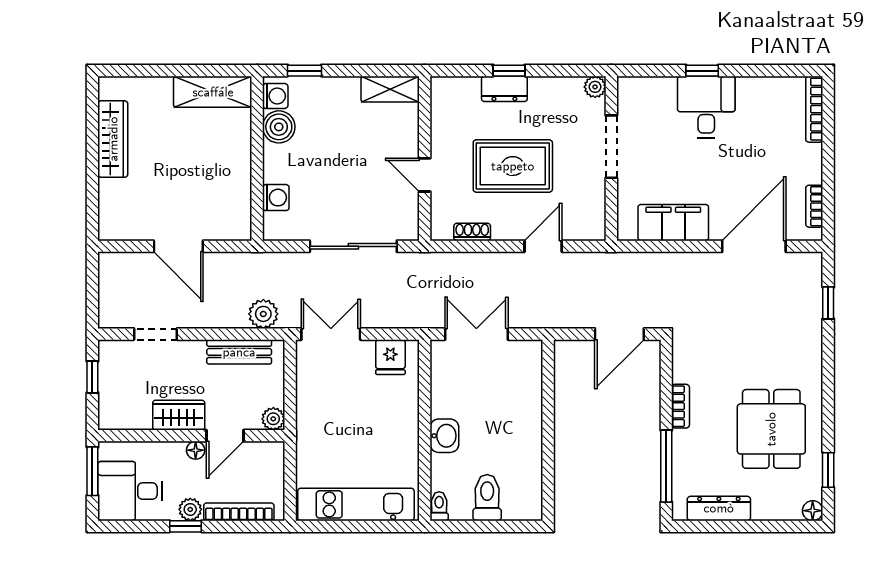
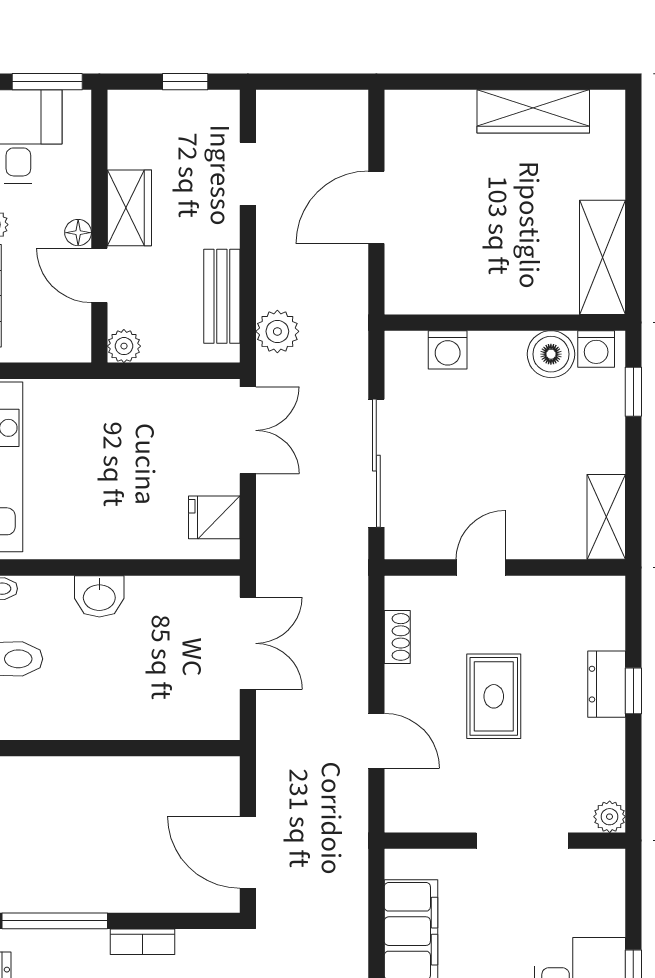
rug: (513, 166) -> (494, 696), width x0.73, depth x0.70

